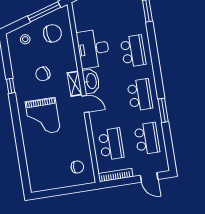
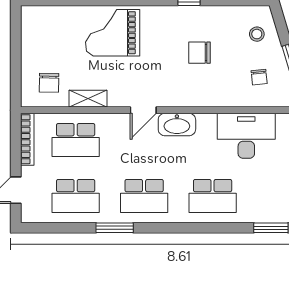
chair: (52, 33) -> (259, 77), width x0.54, depth x0.54
desk: (93, 49) -> (246, 136), moved
chair: (43, 74) -> (199, 53), turned -72
shelving: (75, 84) -> (88, 99), moved
grand piano: (43, 117) -> (113, 33), moved

